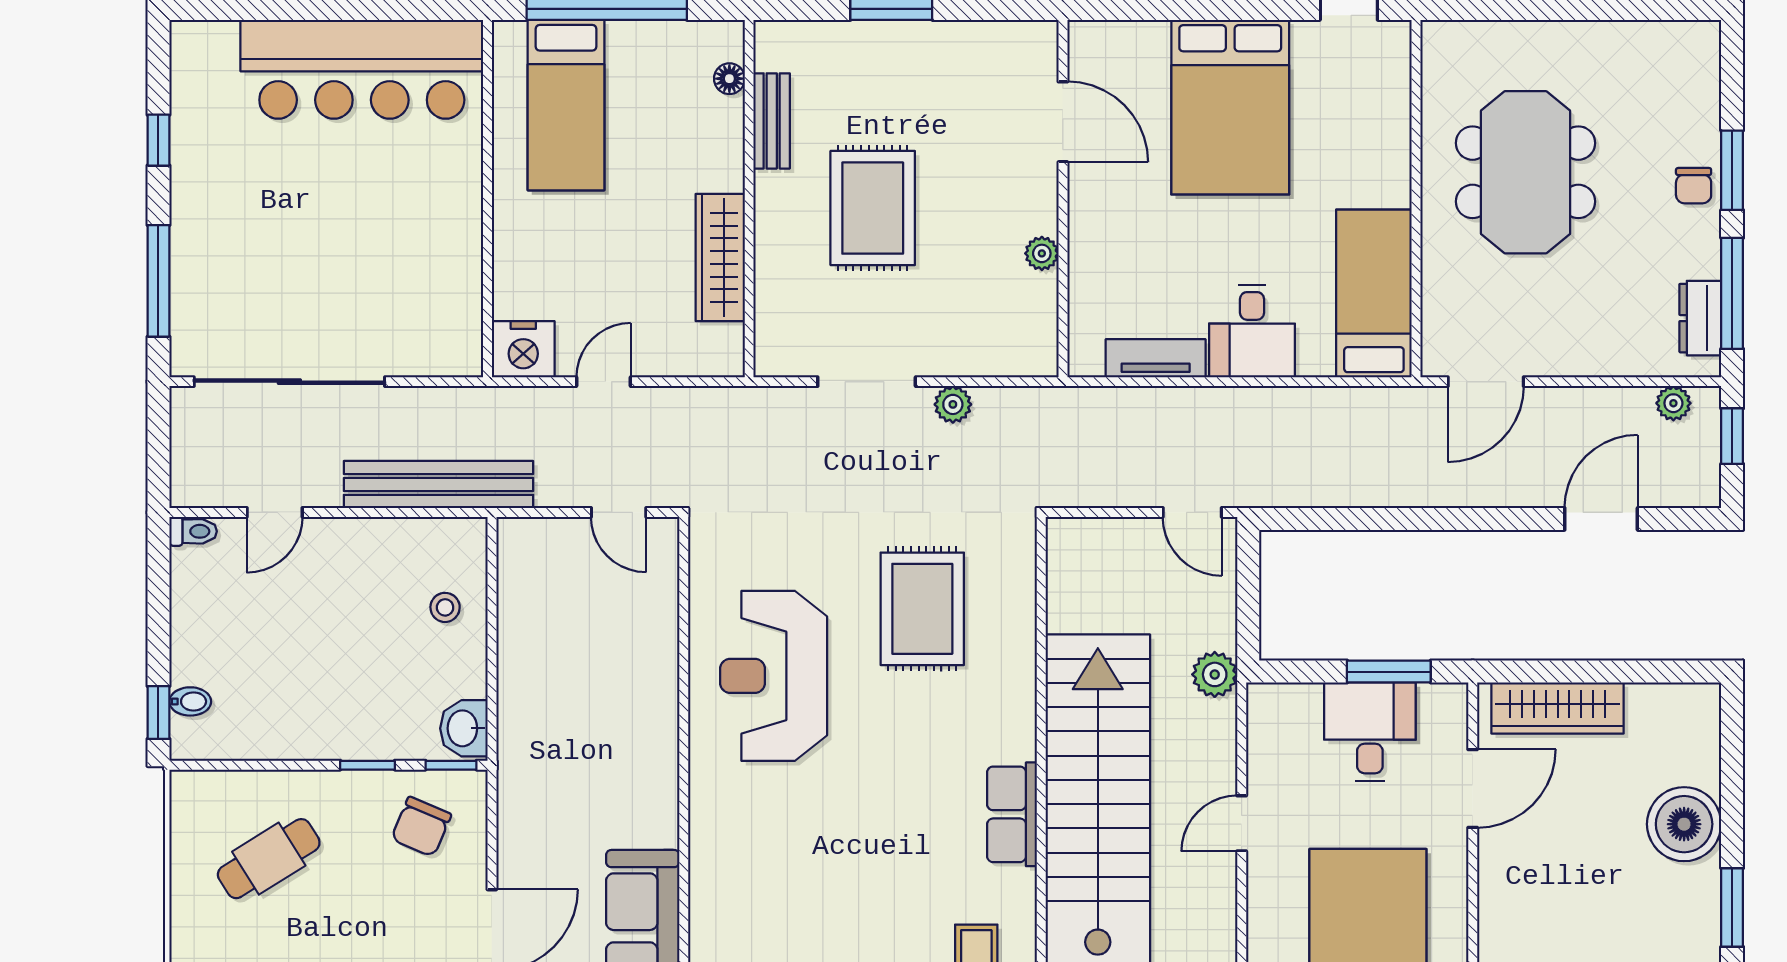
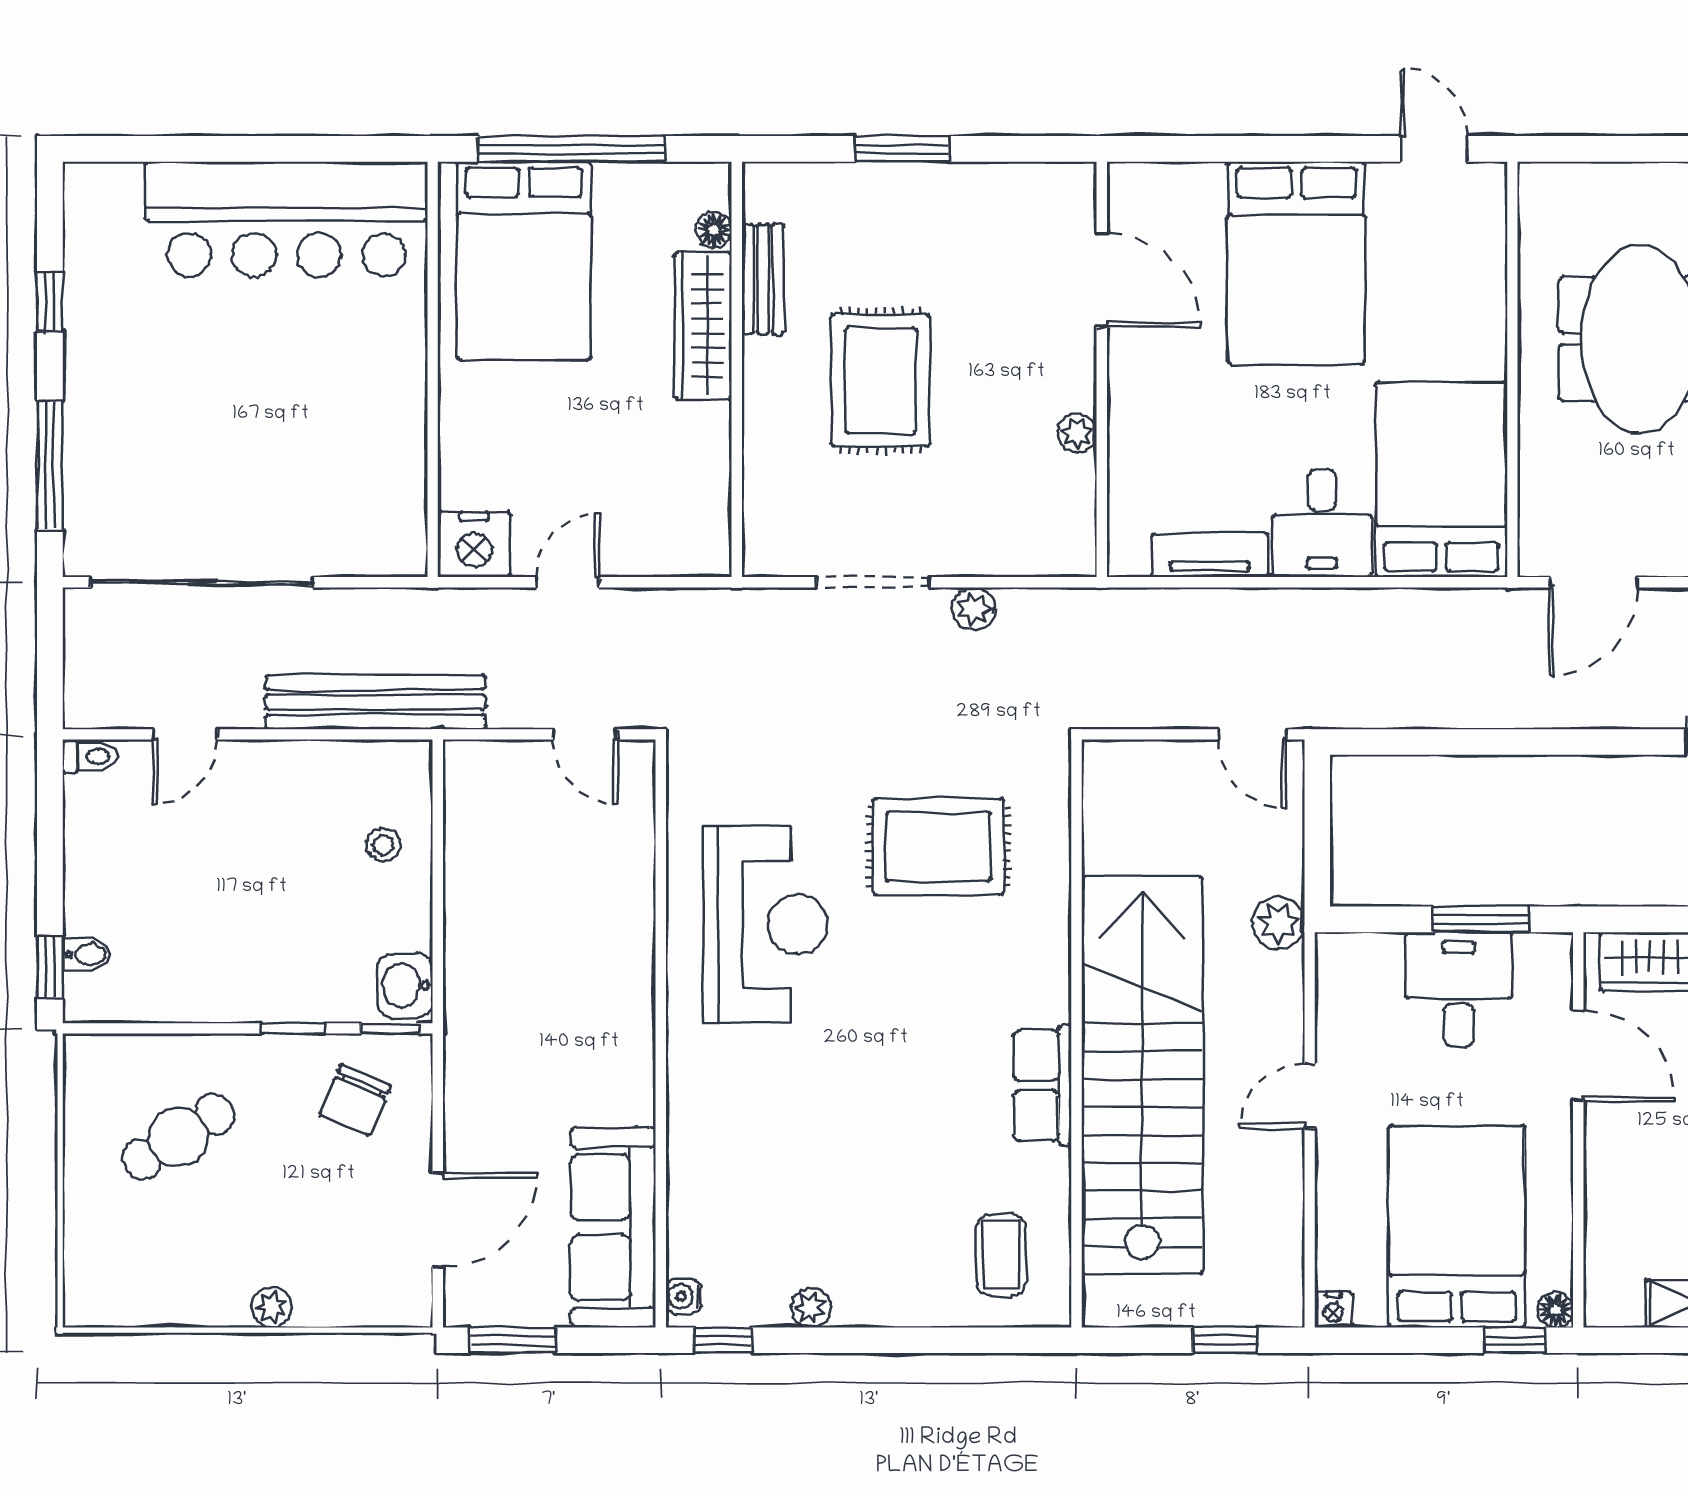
bed: (566, 105) -> (524, 261), width x1.50
wardrobe: (720, 258) -> (703, 326), moved
bed: (1374, 293) -> (1442, 480), width x1.50
rug: (922, 609) -> (938, 847), turned 90
reception desk: (774, 676) -> (765, 925), turned 180
door: (1473, 789) -> (1578, 1055), hinge flipped

